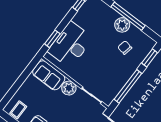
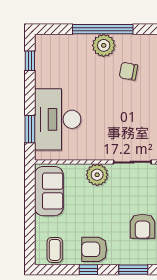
sofa: (49, 75) -> (49, 191), moved, turned -90

